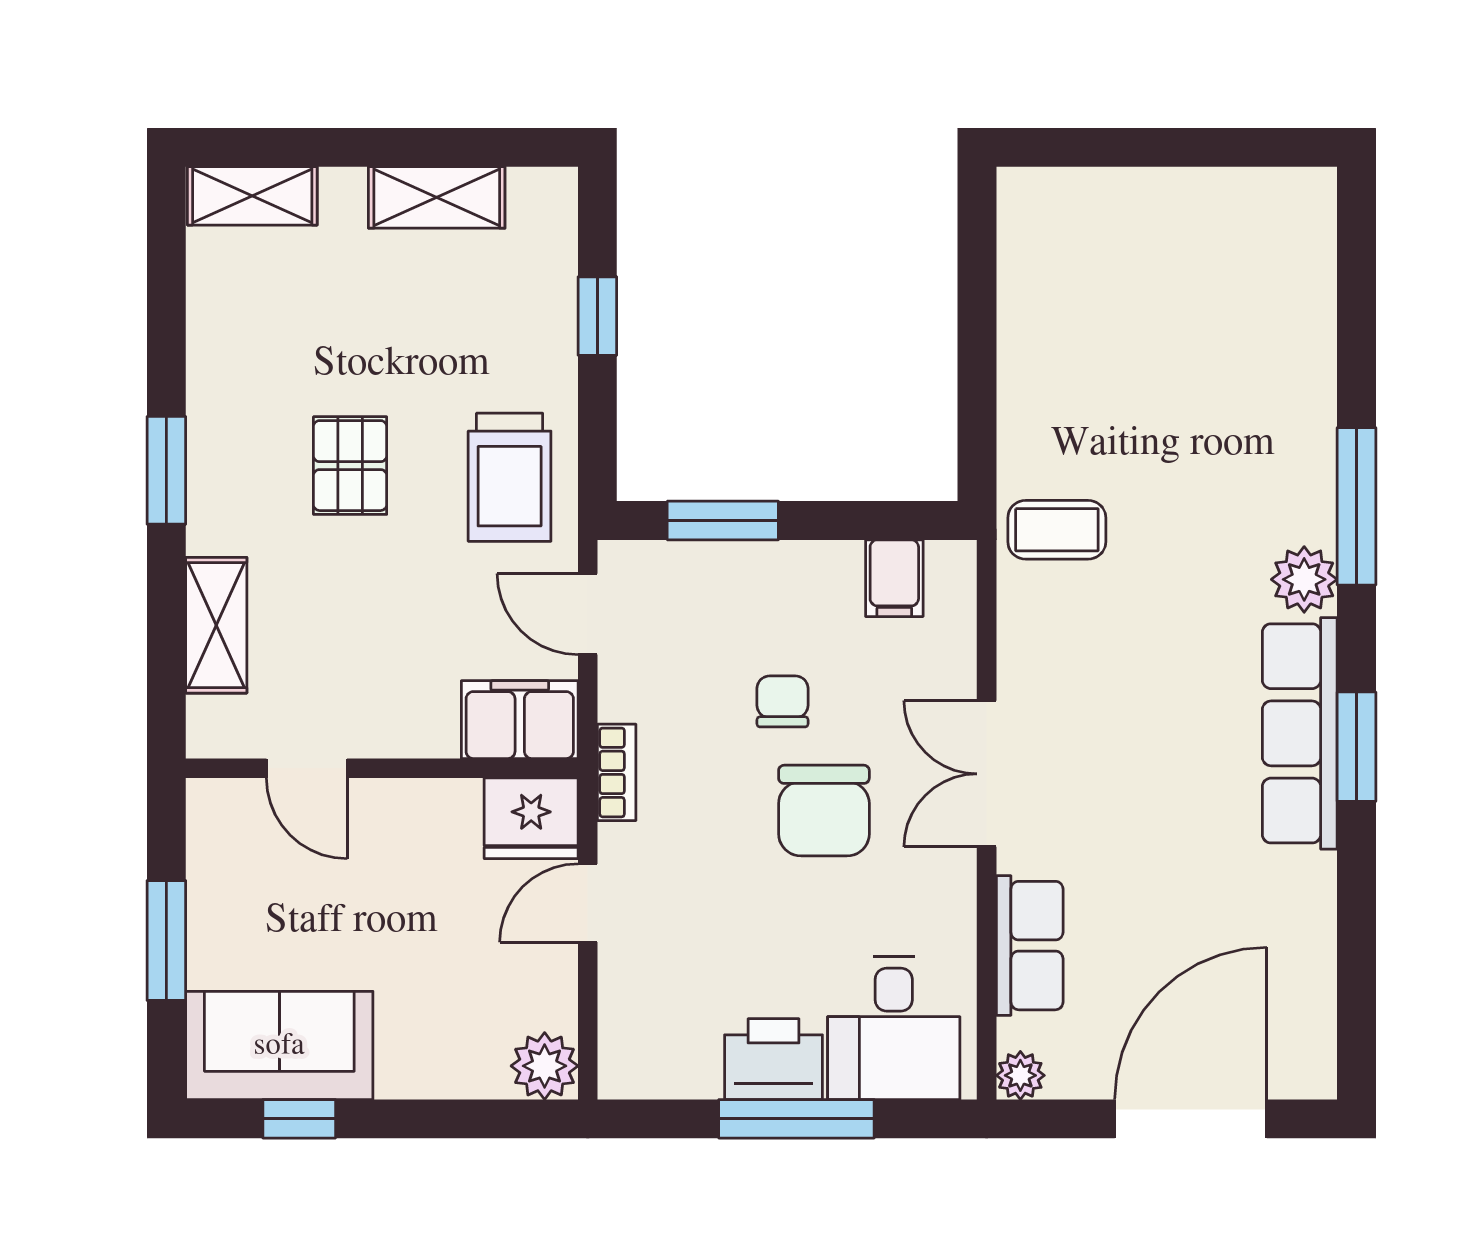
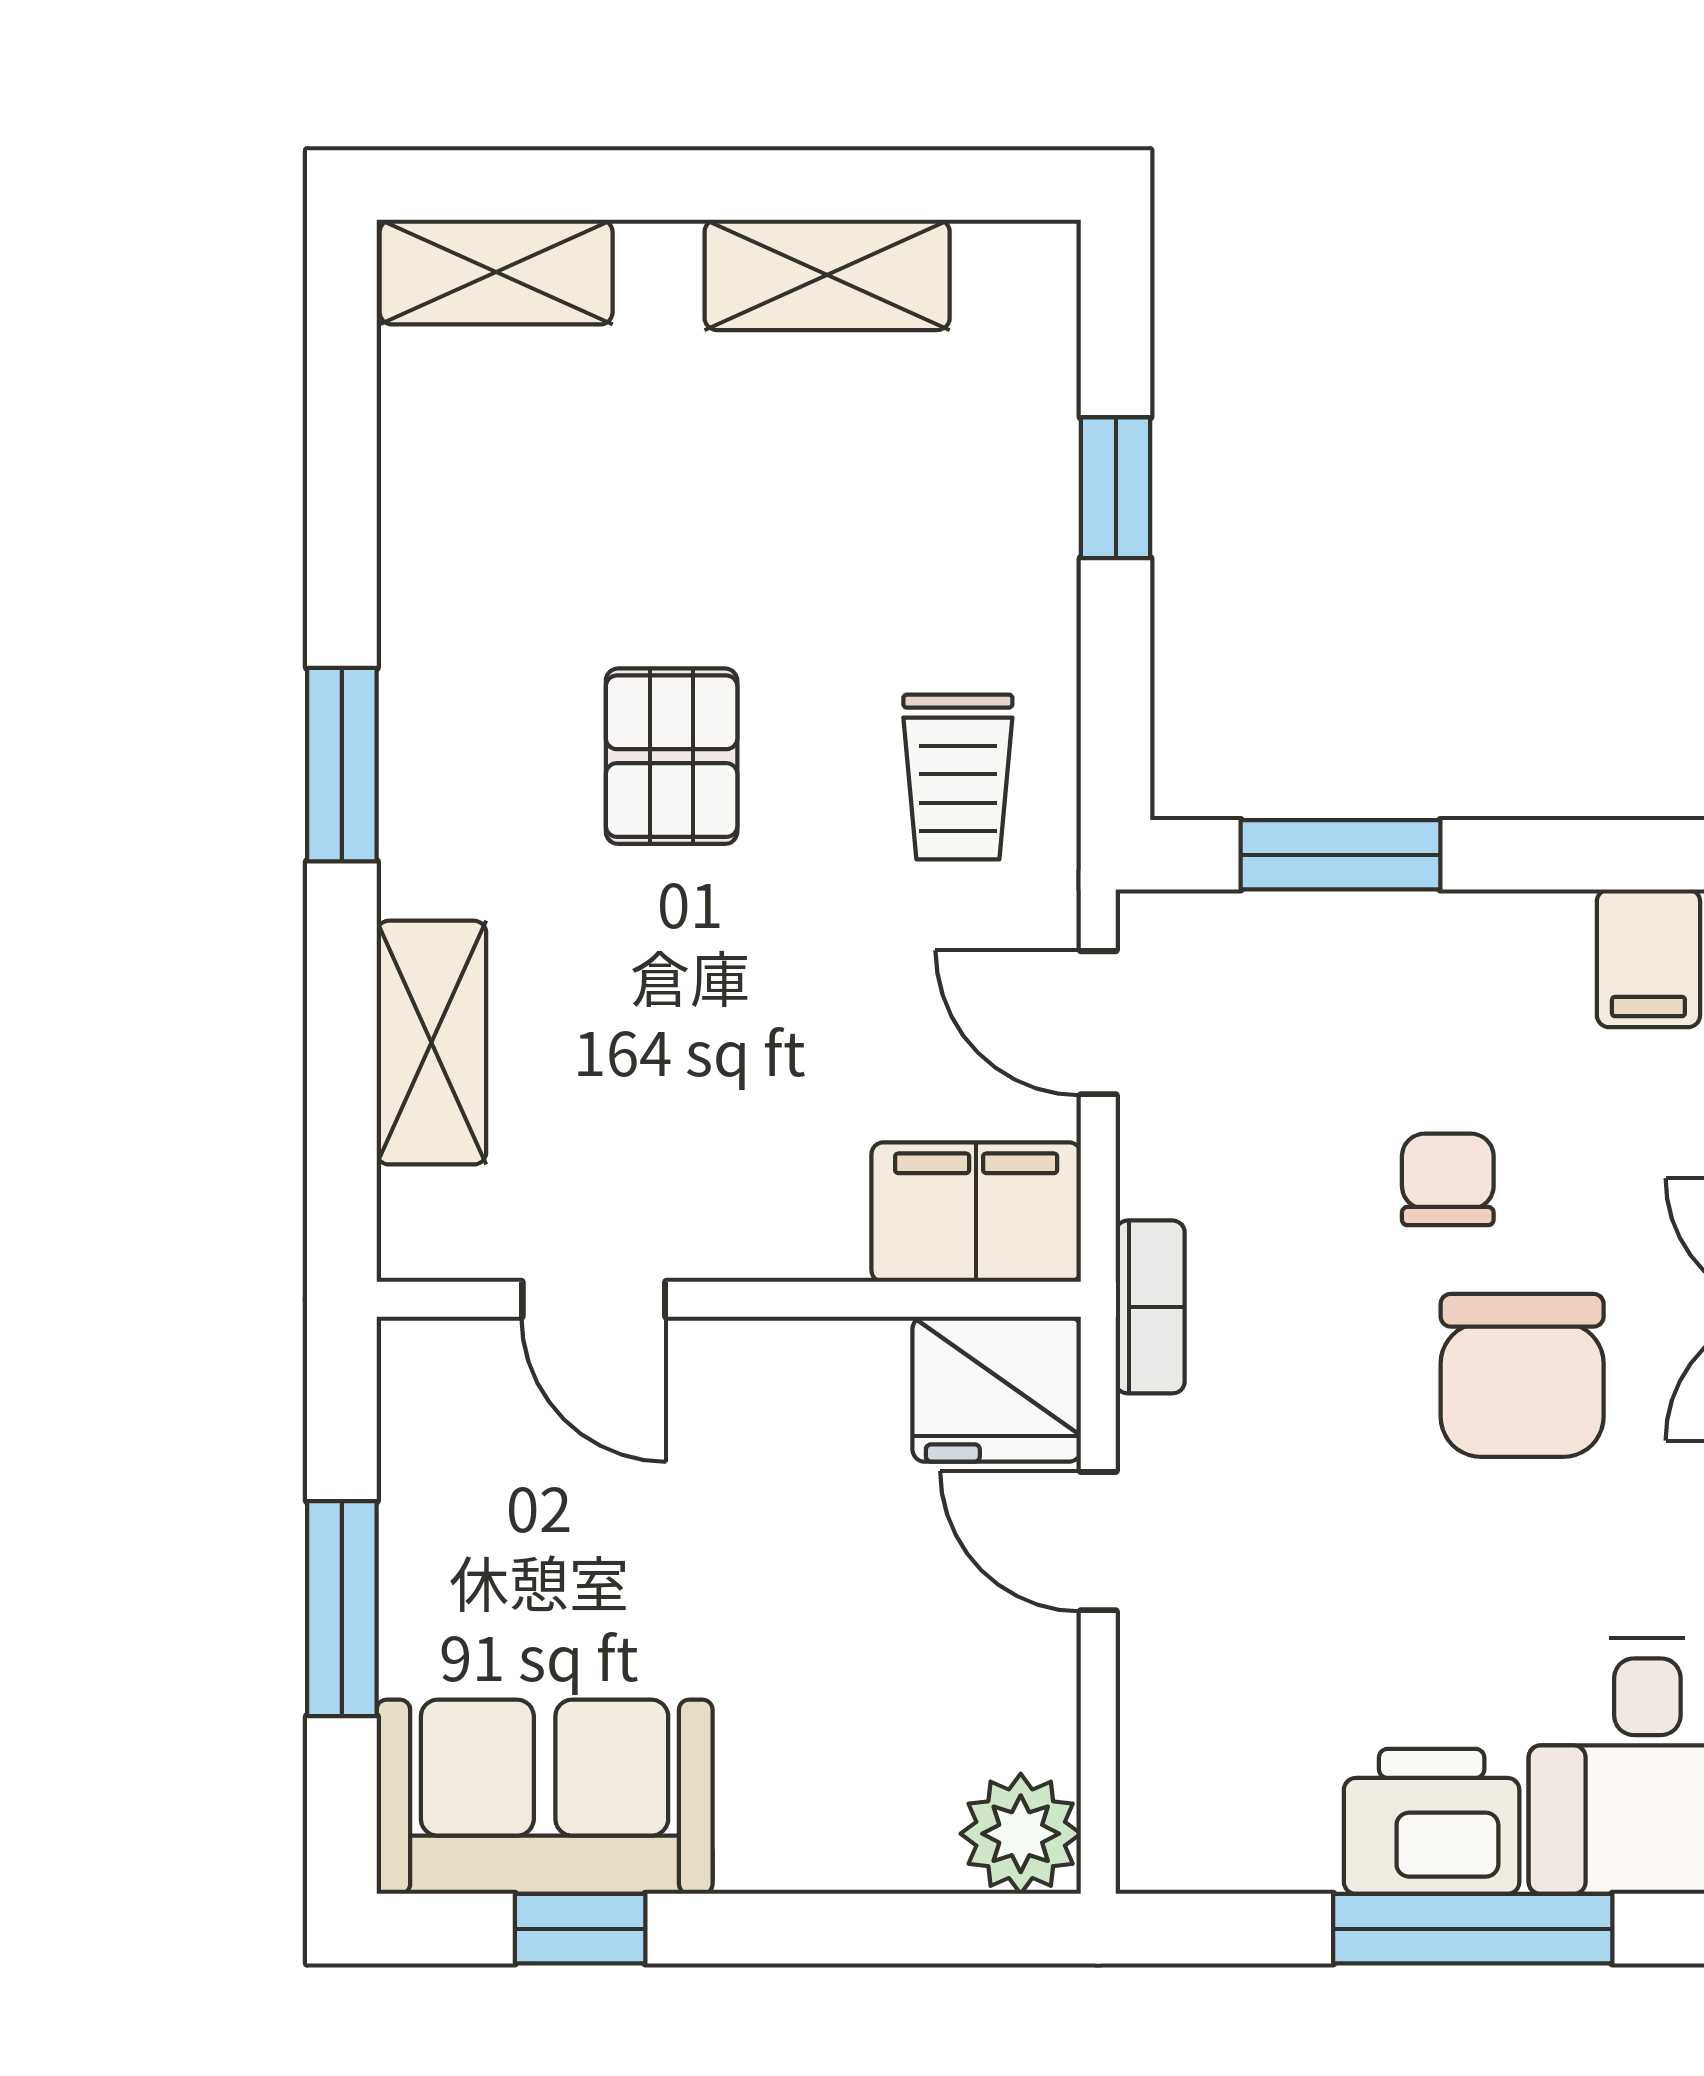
trolley: (510, 477) -> (958, 777), width x0.73, depth x0.72
door: (588, 903) -> (1098, 1541), hinge flipped

